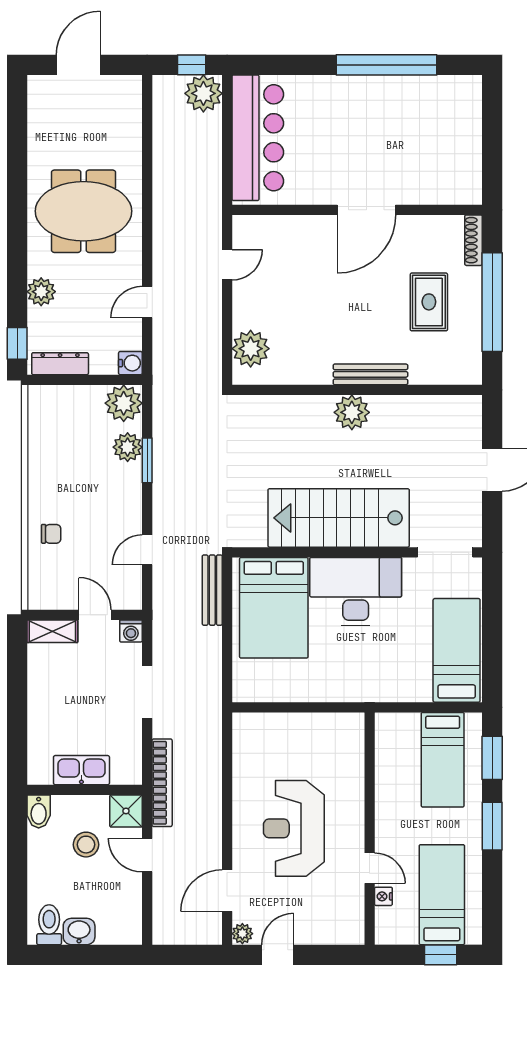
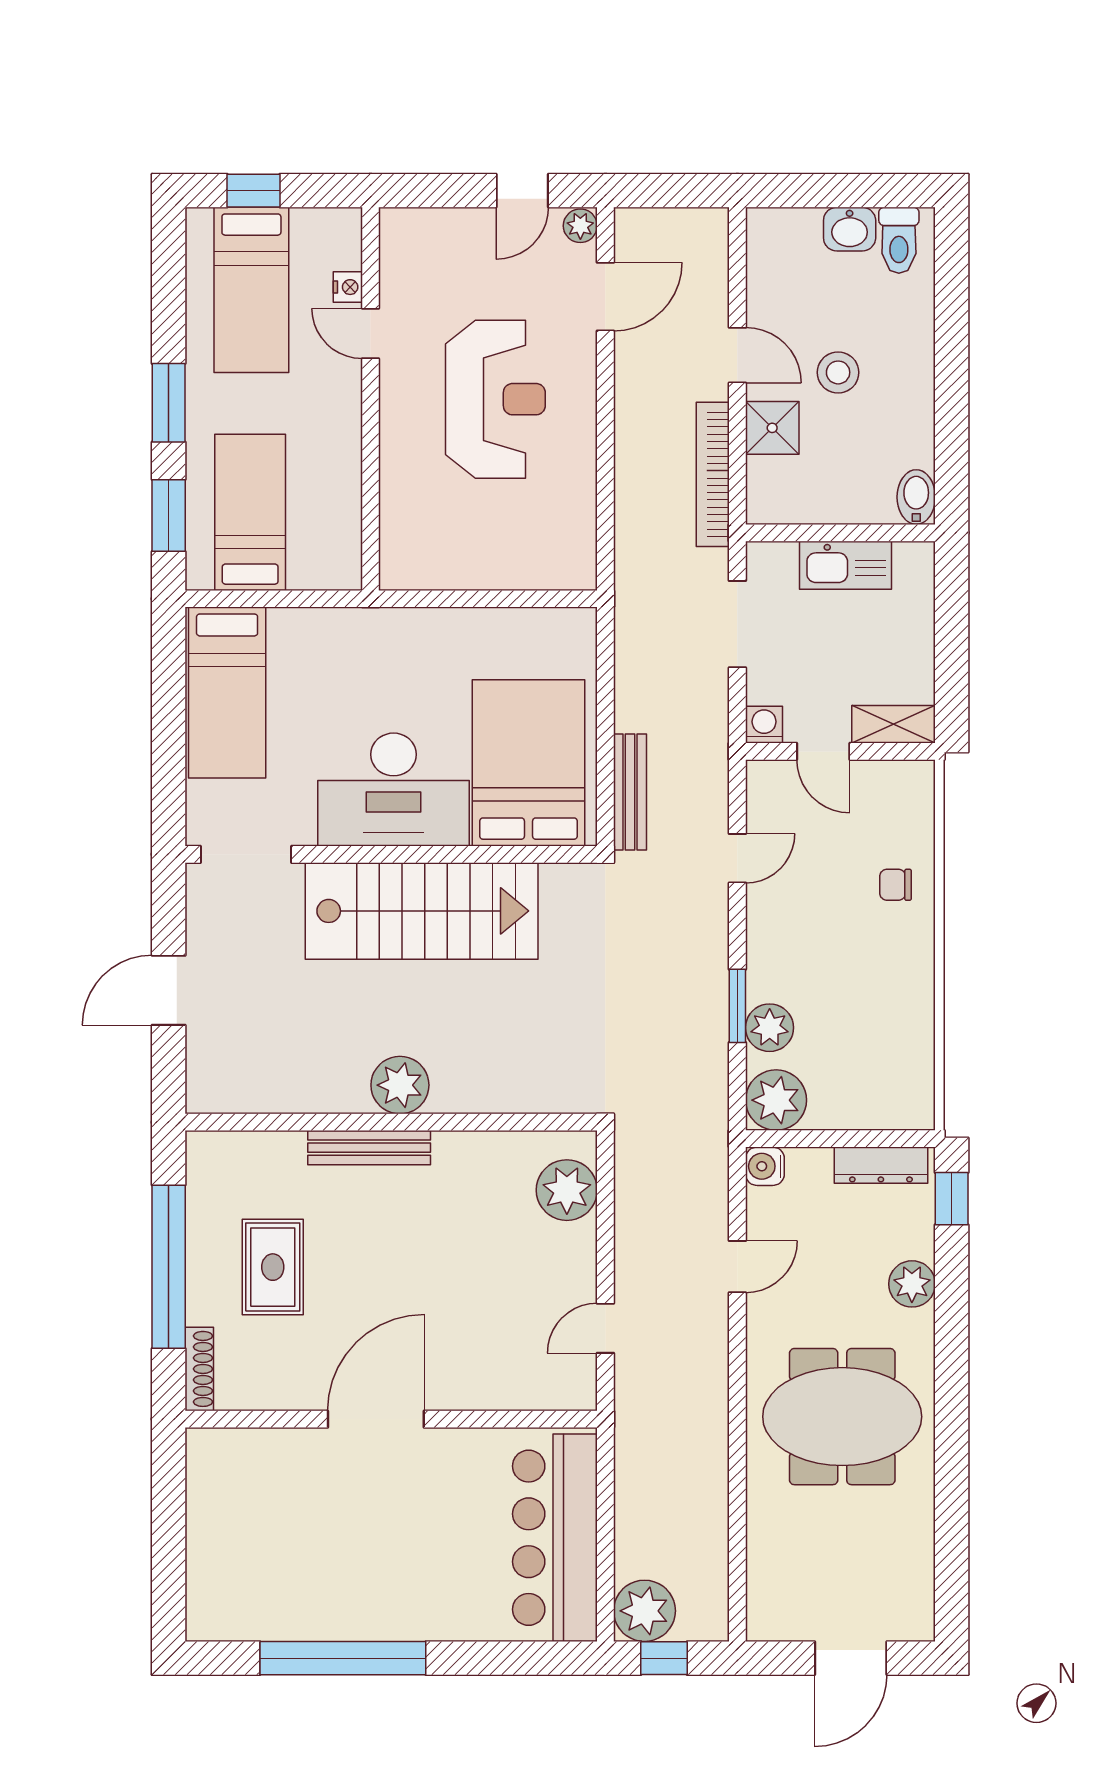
kitchen sink: (81, 770) -> (846, 565), moved
wall: (85, 790) -> (840, 533), moved
bidet: (39, 811) -> (916, 497), moved

